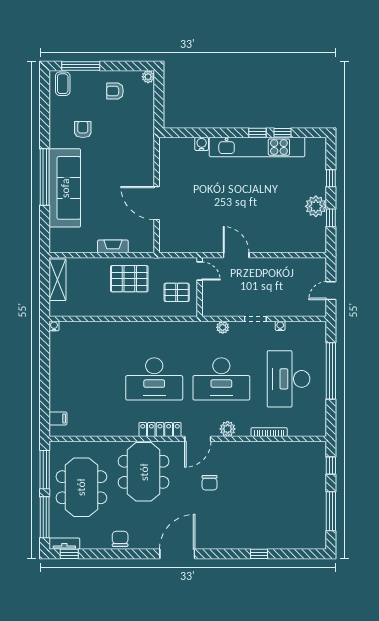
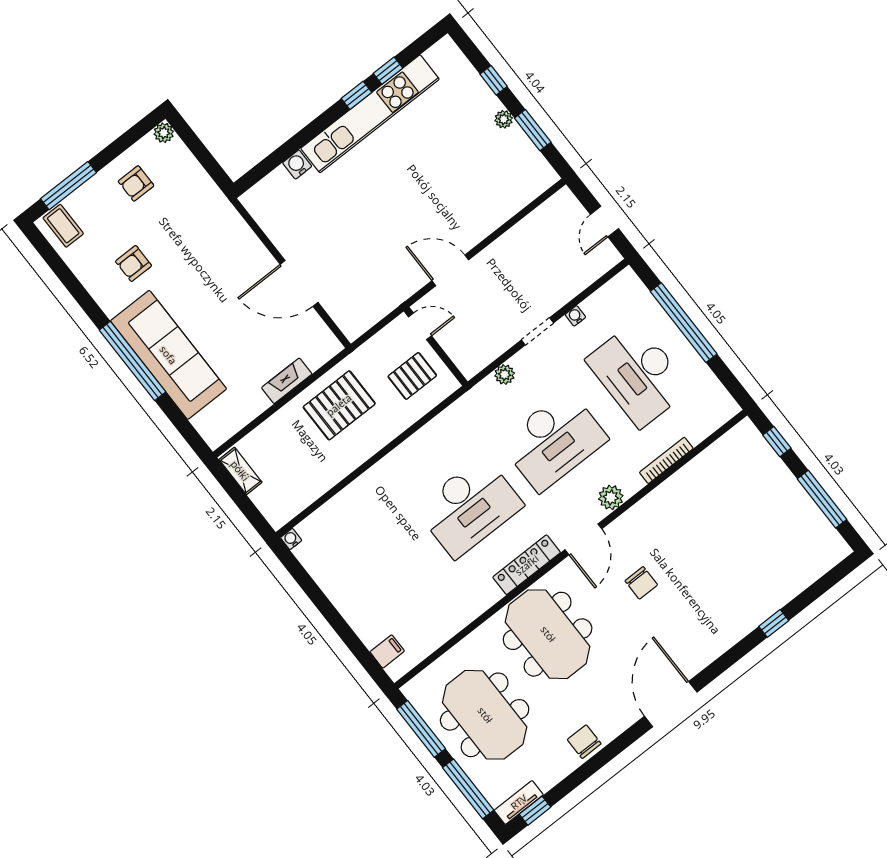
armchair: (83, 129) -> (134, 264), turned -90
plant: (316, 206) -> (504, 119), width x0.53, depth x0.53
window: (331, 218) -> (533, 130), width x1.50
shelving: (57, 280) -> (240, 471), width x0.67, depth x0.75

